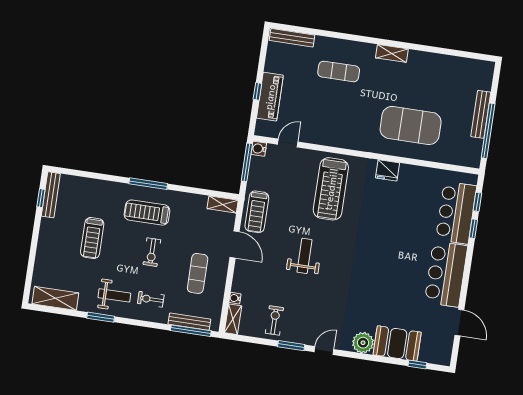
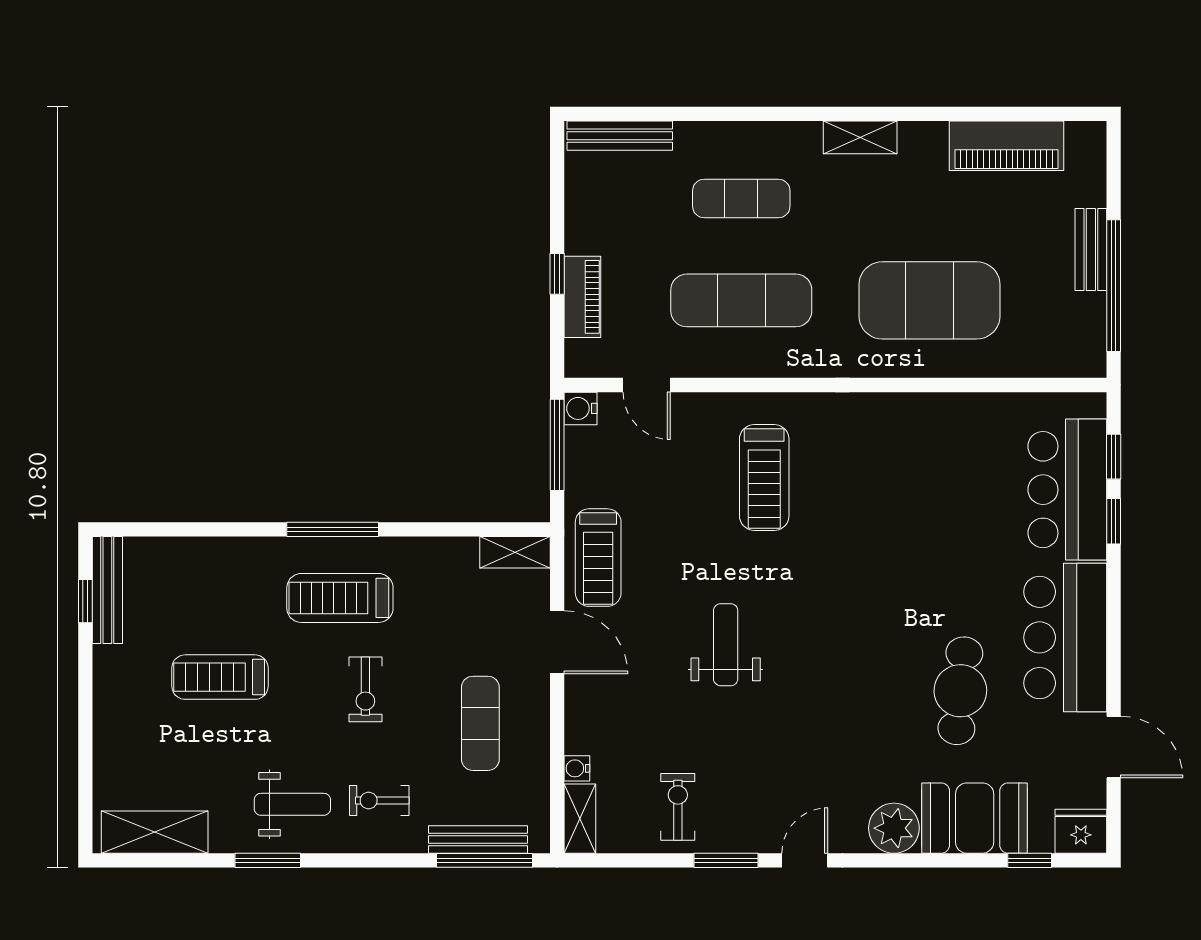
piano: (452, 66) -> (1007, 146), added
piano: (270, 97) -> (582, 297), width x0.73, depth x0.75
exercise mat: (332, 114) -> (741, 300), added
bench: (481, 114) -> (1091, 250), width x0.73
door: (288, 143) -> (647, 385), swing flipped
fridge: (388, 170) -> (1081, 831), moved, turned 180
treadmill: (331, 189) -> (764, 477), width x0.73, depth x0.73
treadmill: (92, 238) -> (220, 677), turned 90
cafe table: (399, 290) -> (960, 691), added

